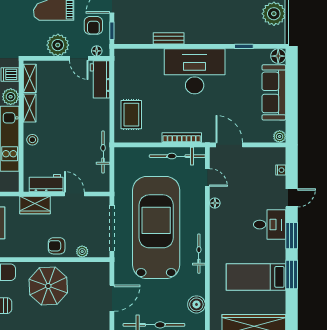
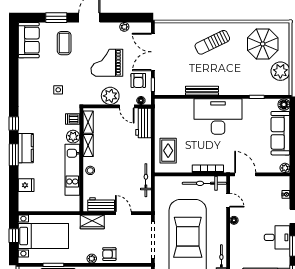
bench: (169, 38) -> (202, 91), width x1.36
plant: (82, 252) -> (92, 259), moved

